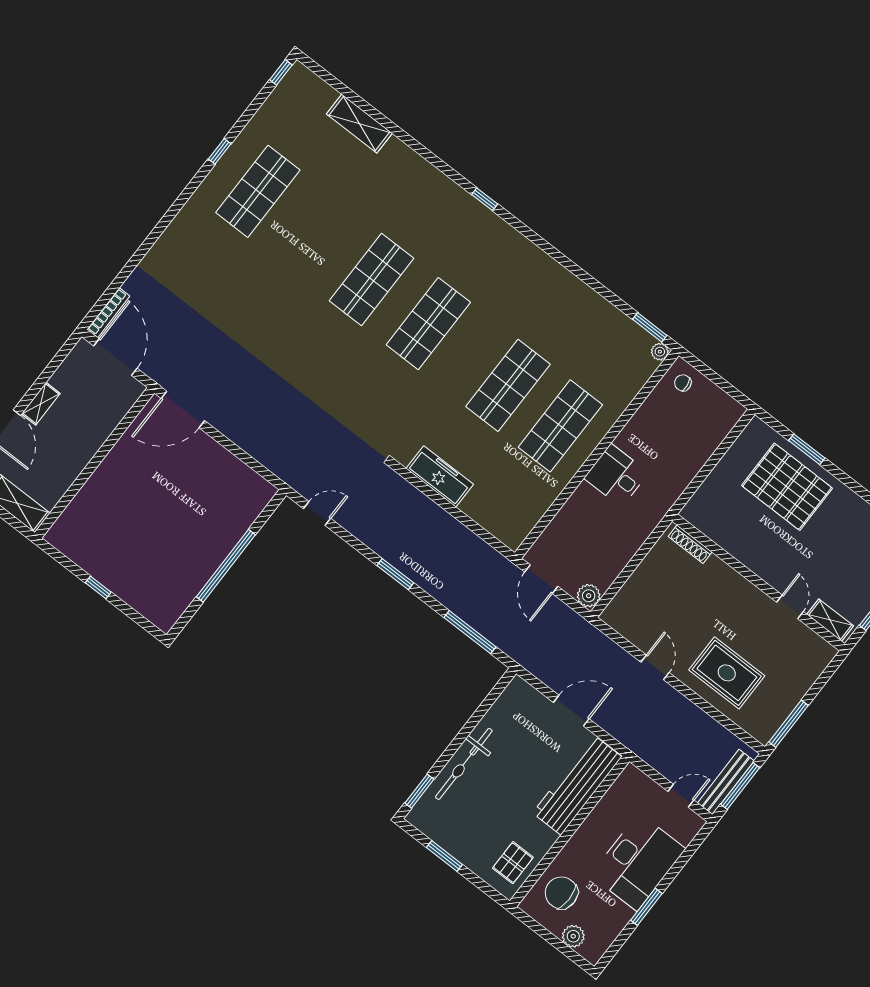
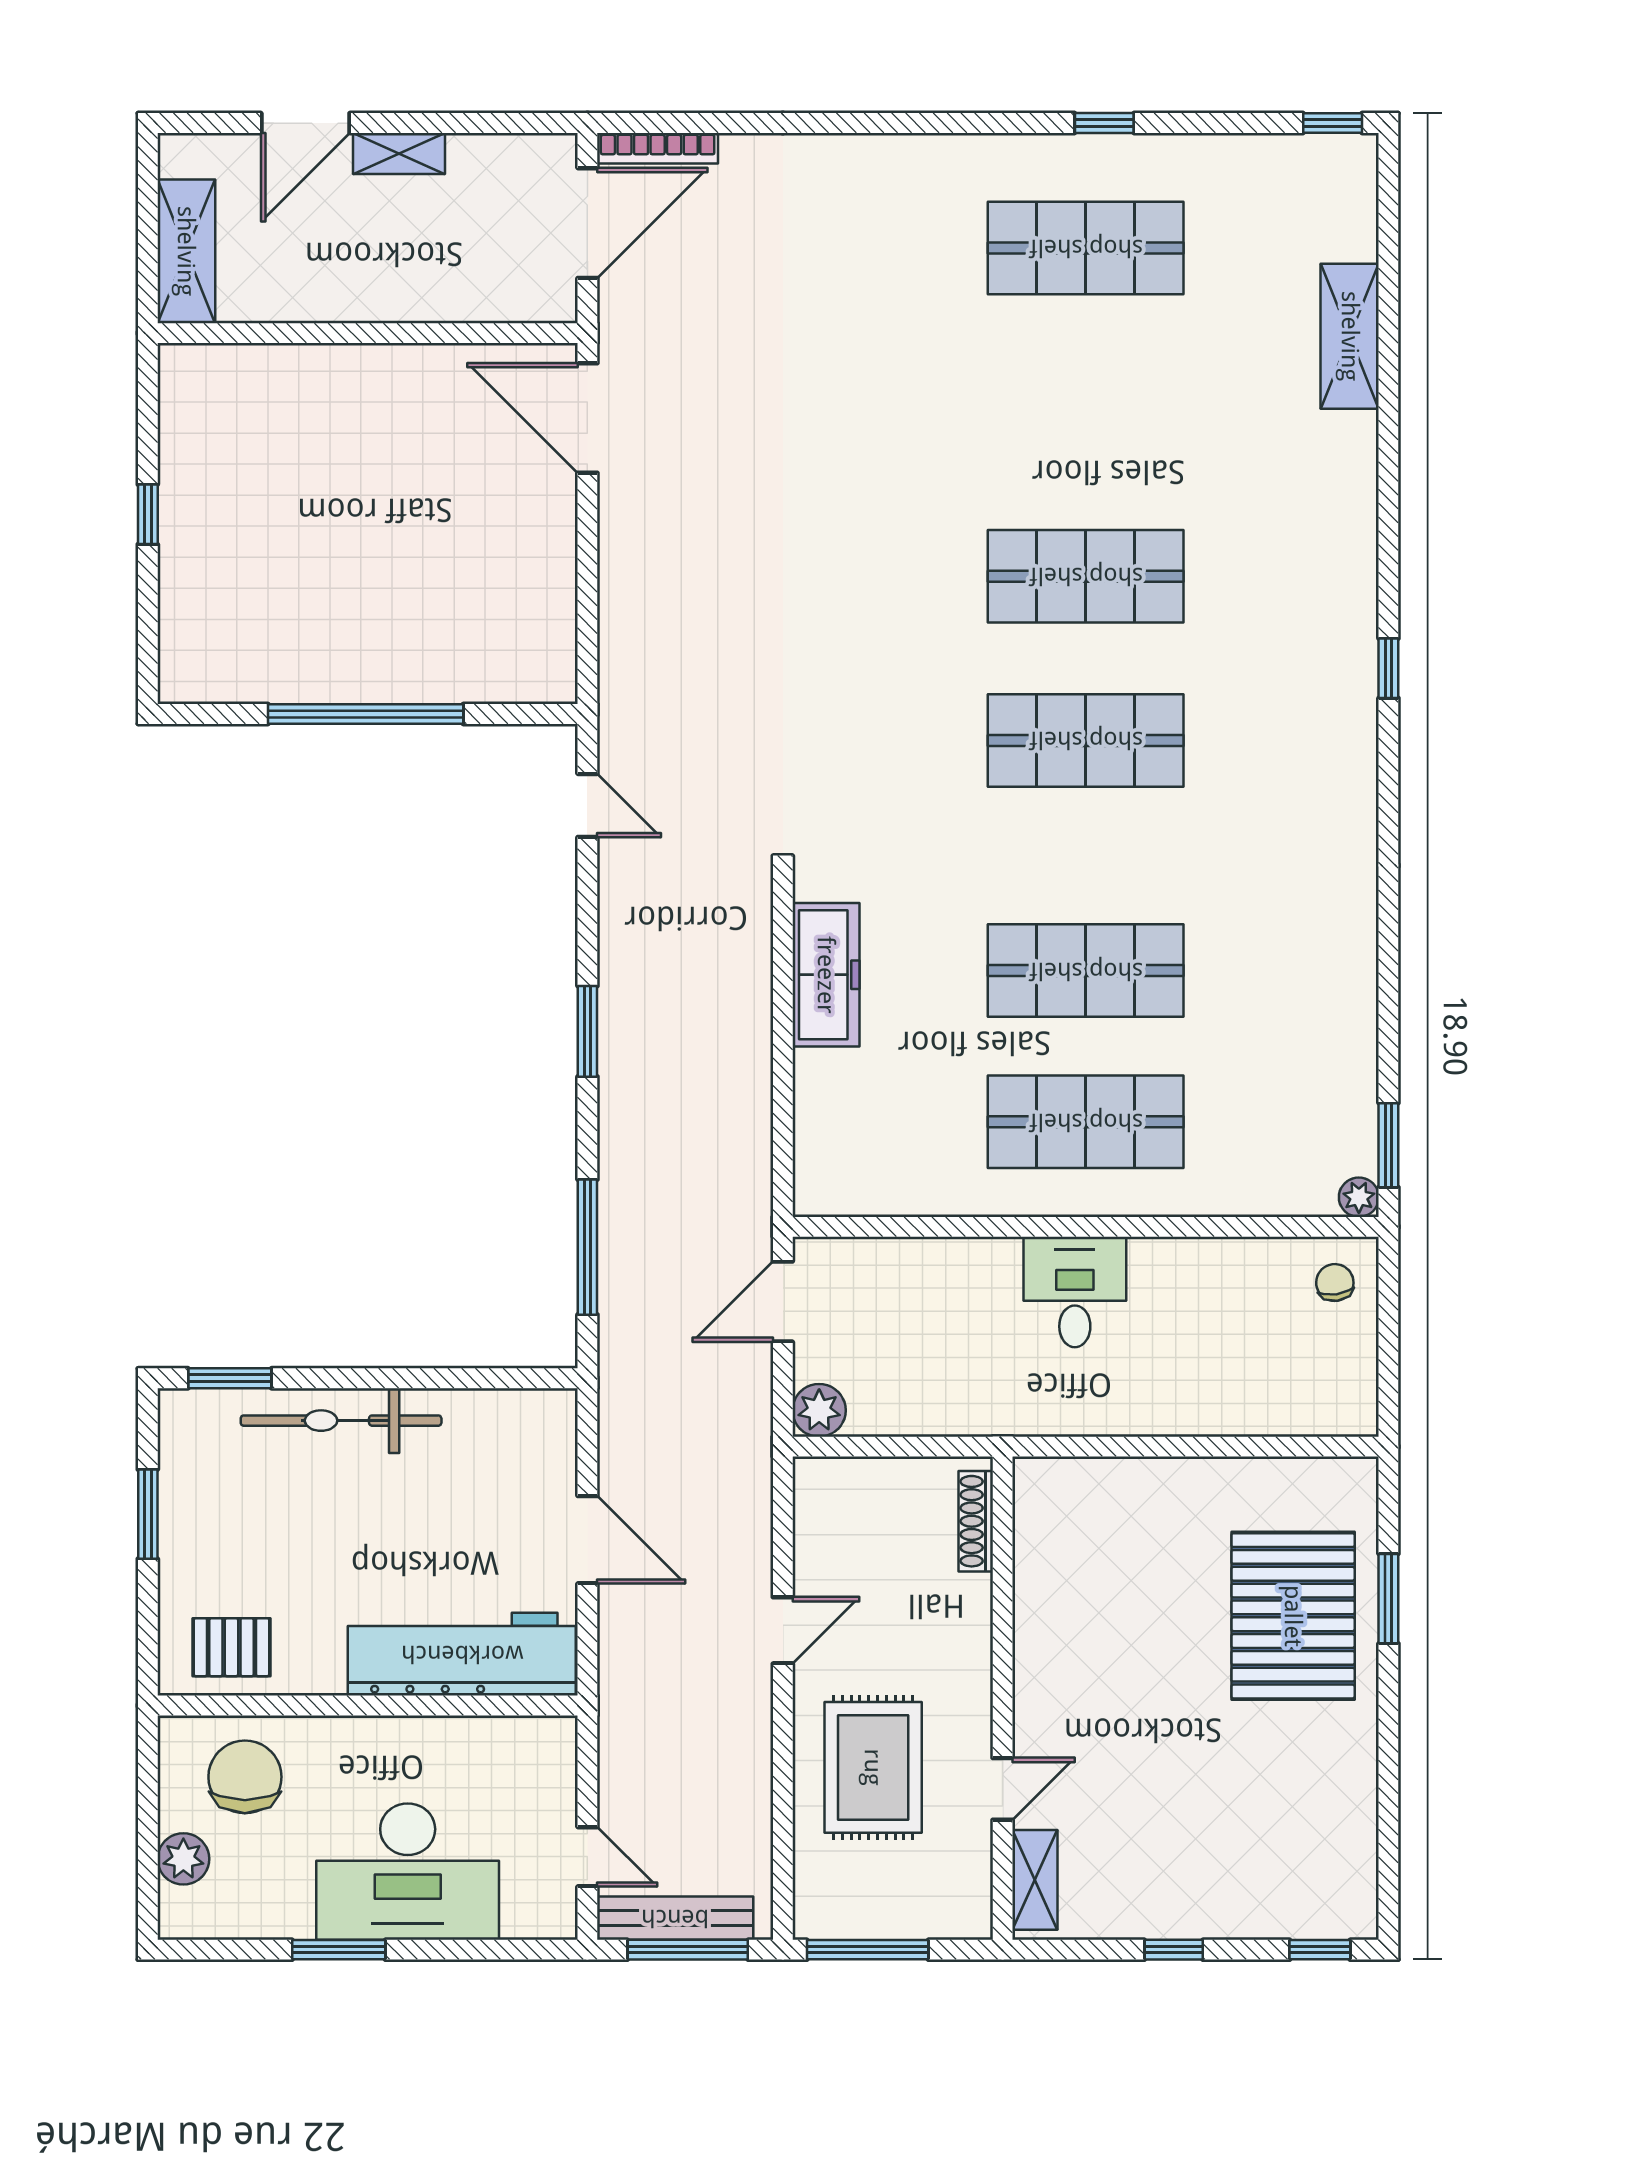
shoe rack: (690, 544) -> (976, 1521), moved
wall: (759, 582) -> (1003, 1698), moved
door: (790, 607) -> (1003, 1789), moved
shelving: (830, 620) -> (1035, 1880), moved

